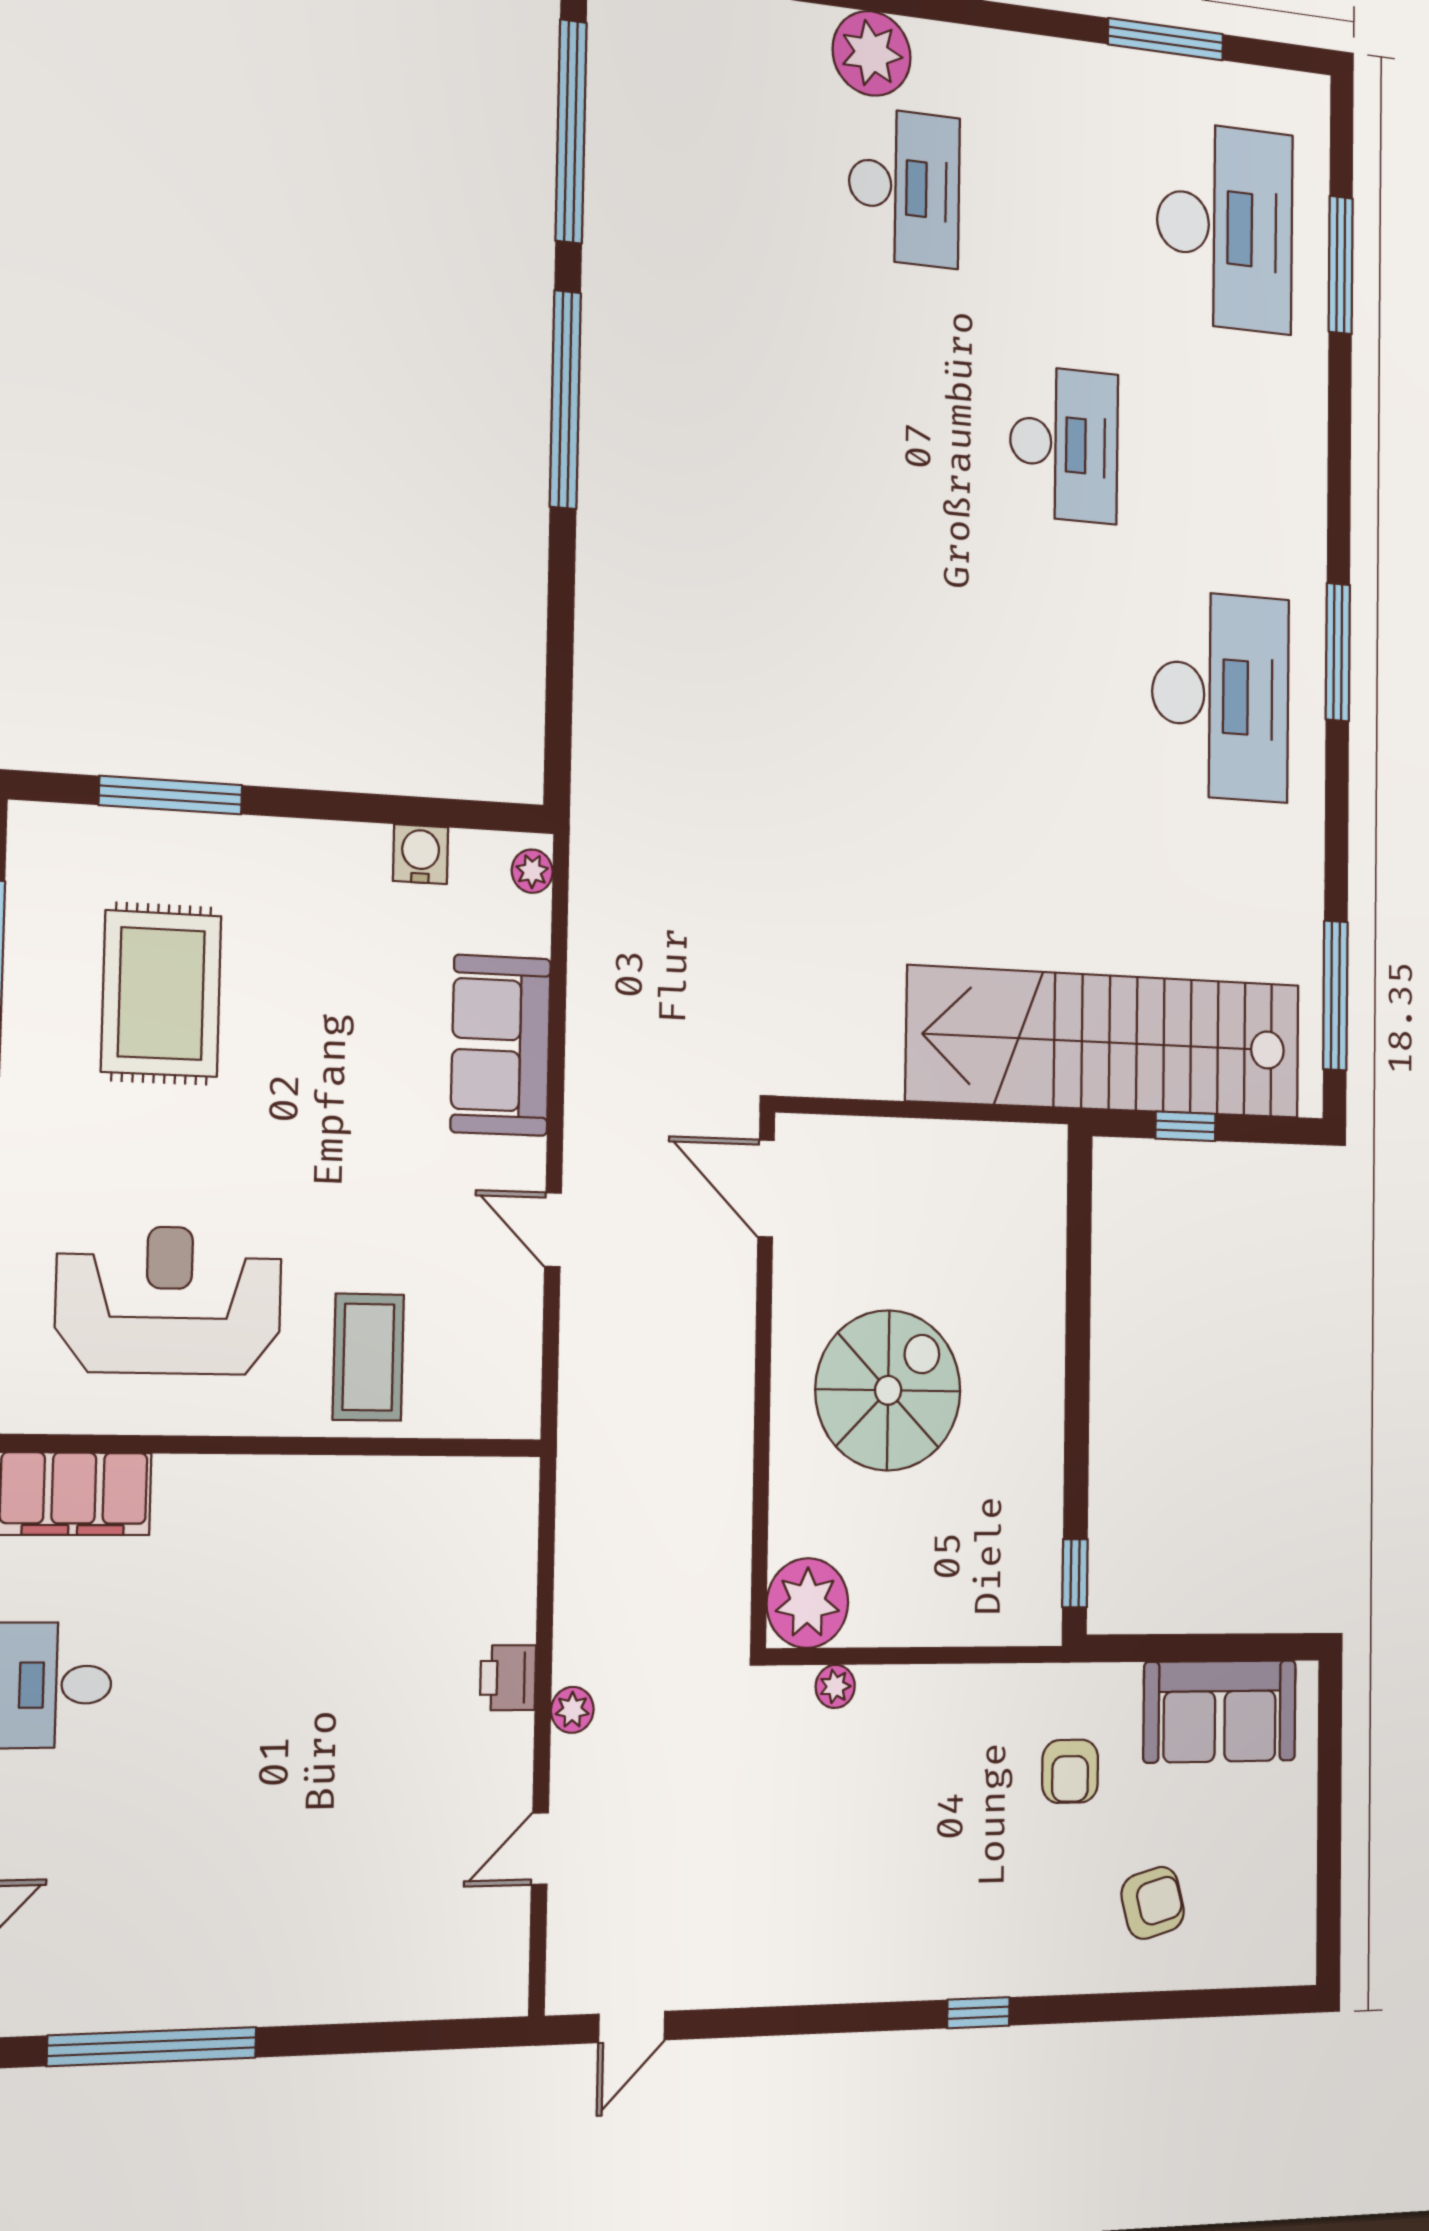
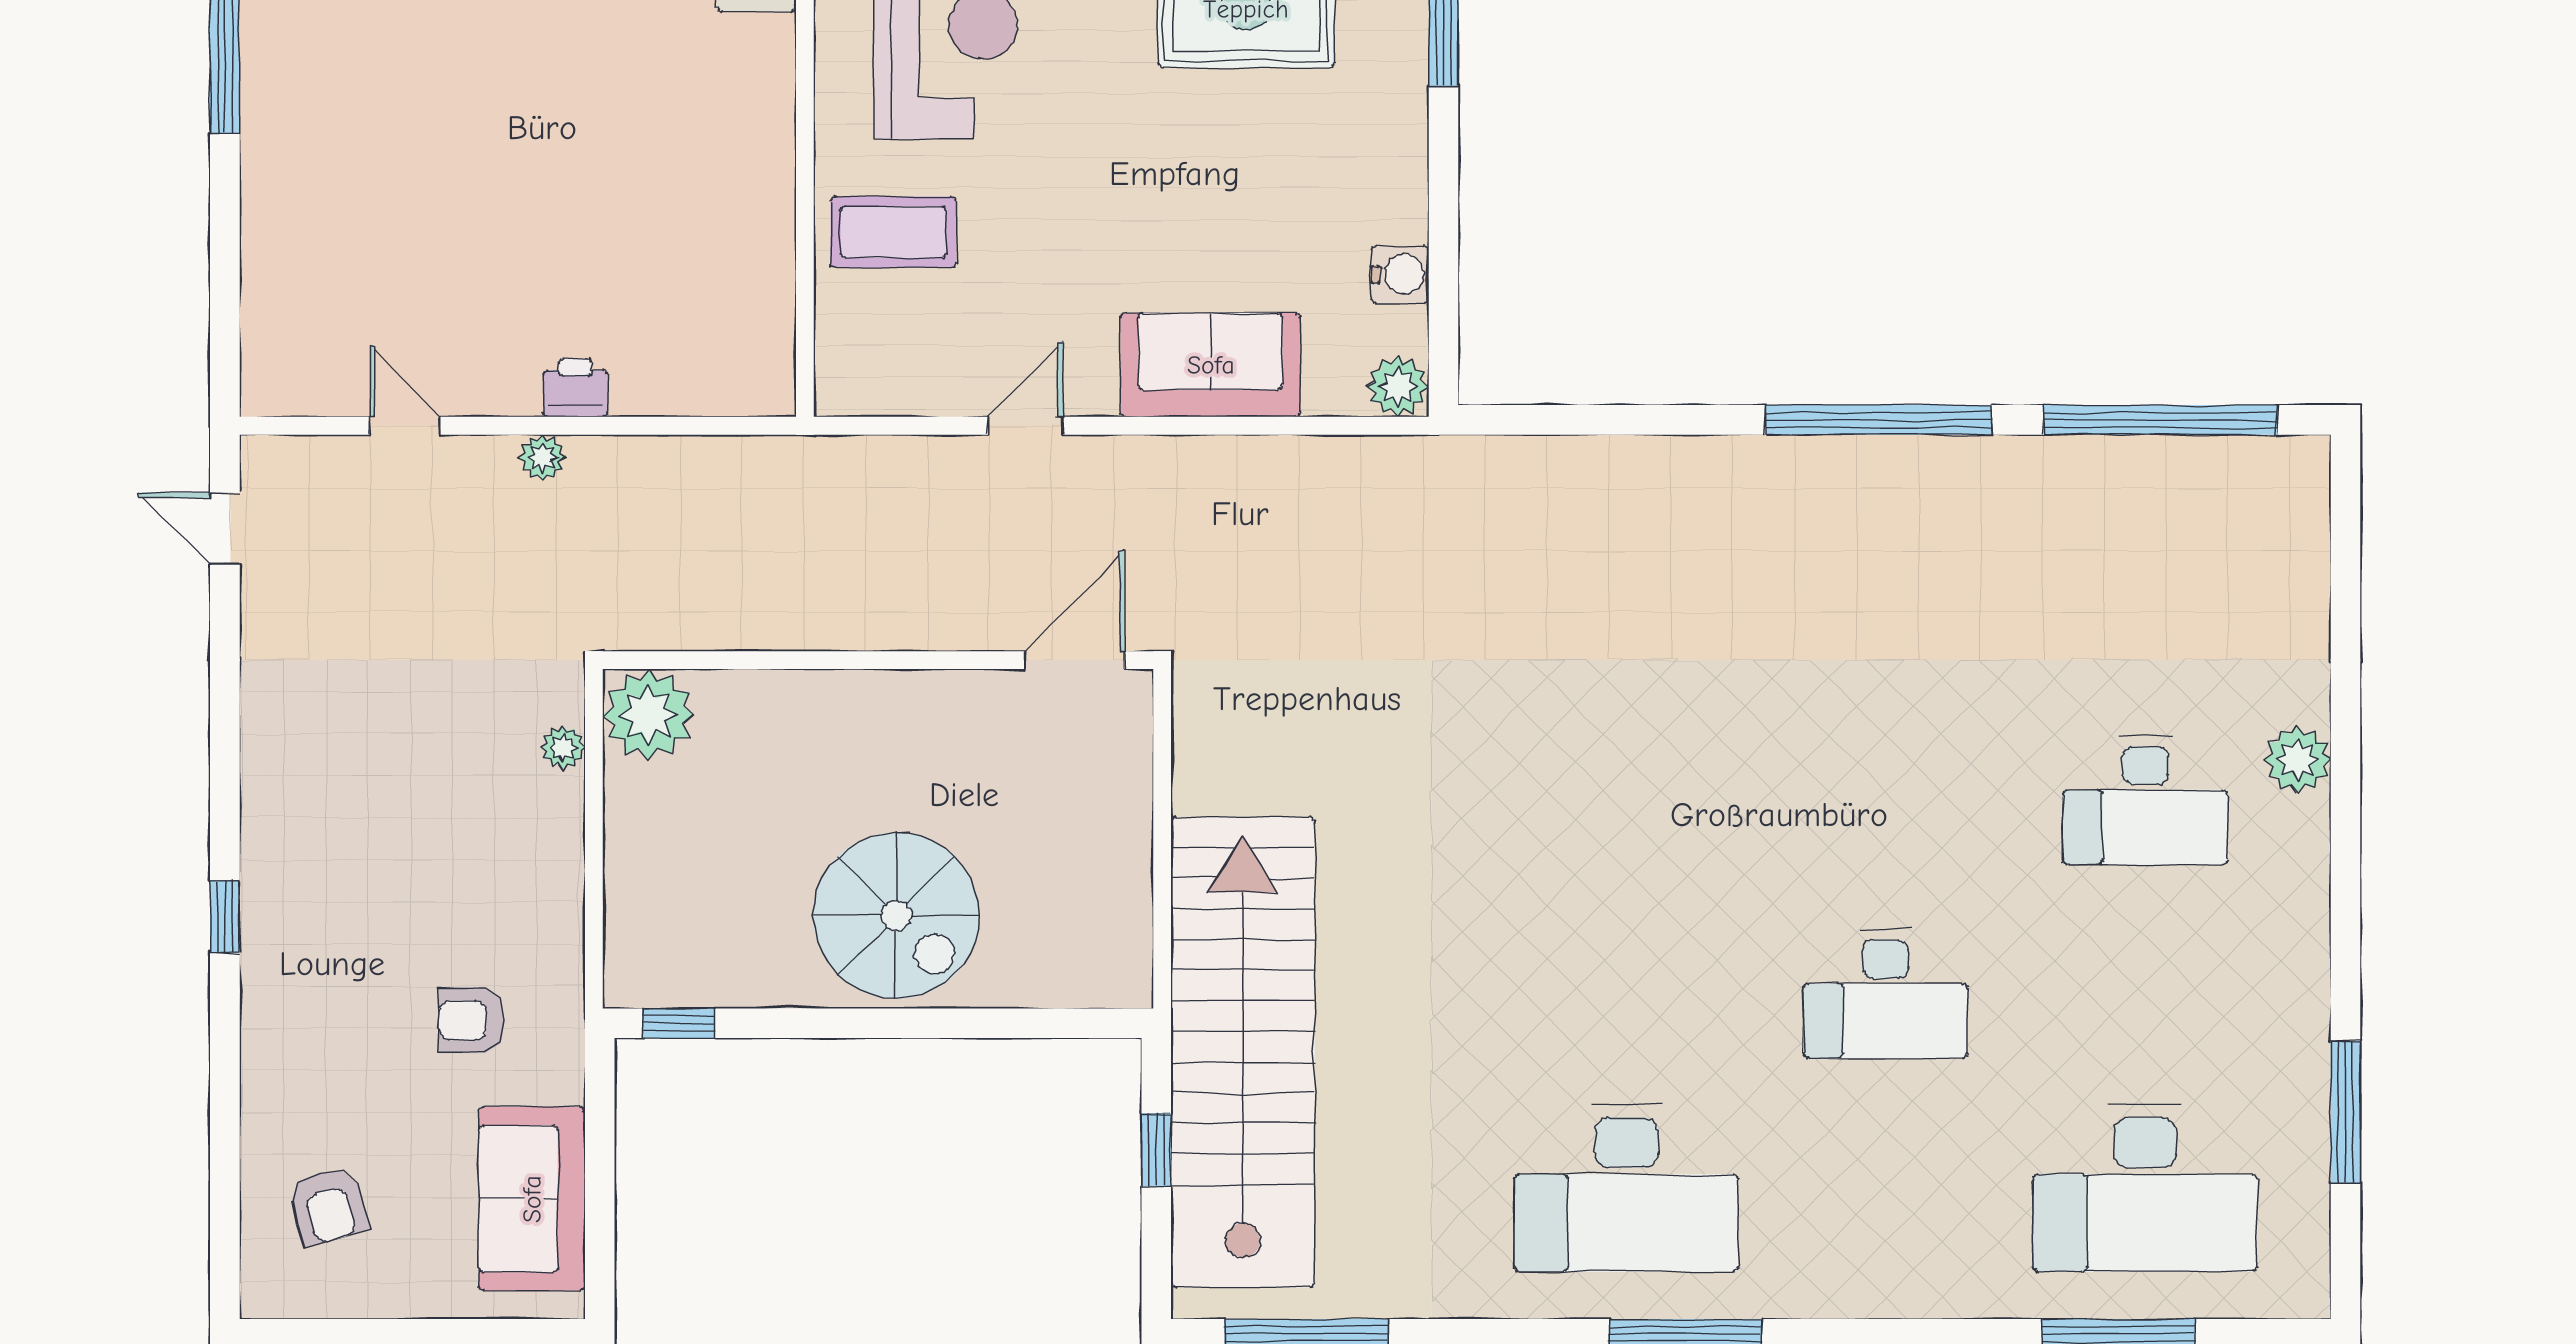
plant: (872, 53) -> (2298, 759), width x0.73, depth x0.73
plant: (532, 871) -> (1398, 386), width x1.38, depth x1.38
spiral stairs: (888, 1390) -> (896, 916), moved
armchair: (1153, 1903) -> (328, 1206), moved

